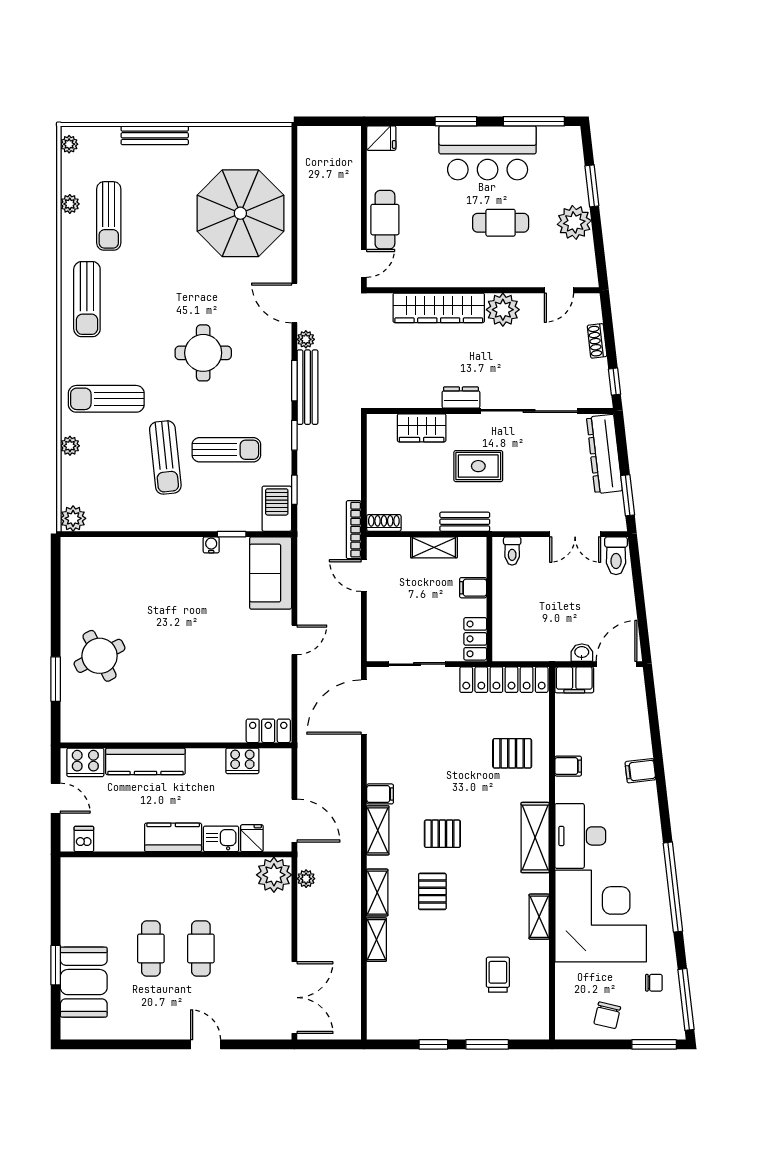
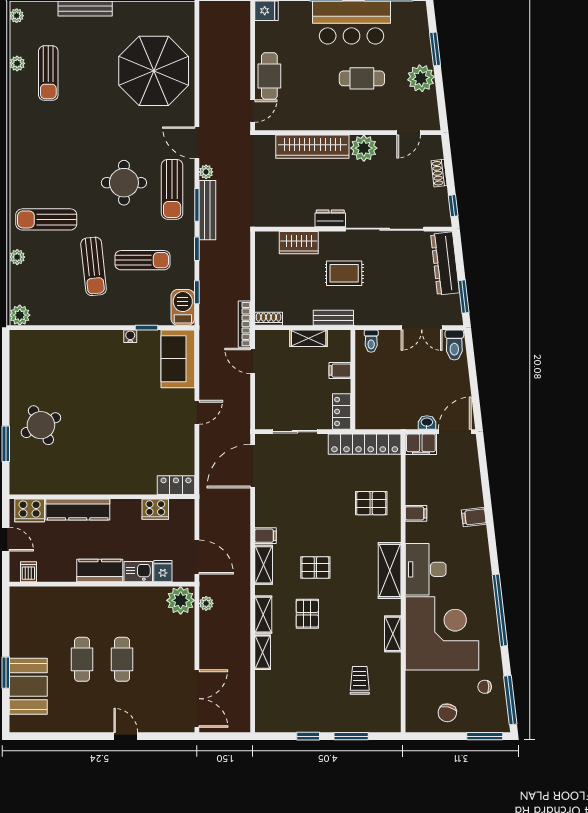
sun lounger: (87, 299) -> (172, 189), moved
chair: (654, 983) -> (485, 687), turned 180

